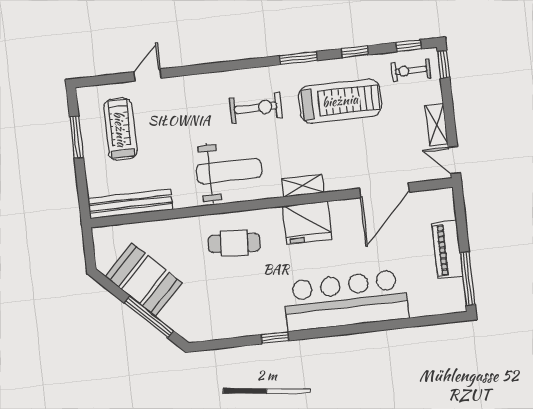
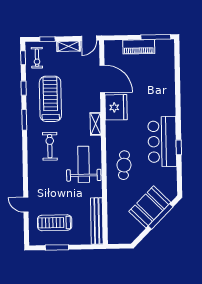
window: (444, 64) -> (47, 39), moved
fridge: (307, 223) -> (116, 107), moved
booth: (144, 280) -> (150, 207), moved
bar counter: (346, 300) -> (162, 142), moved, width x0.73

